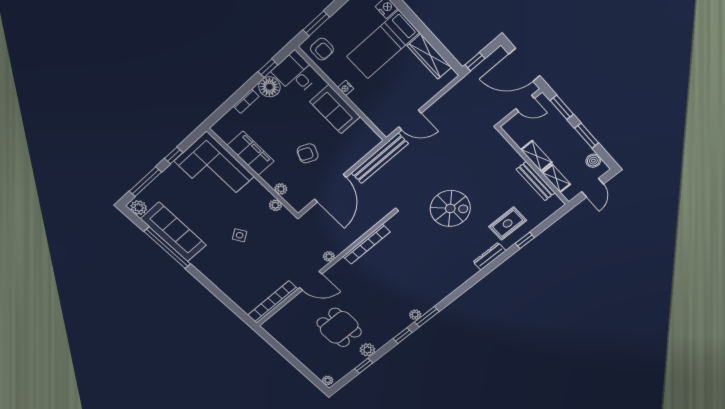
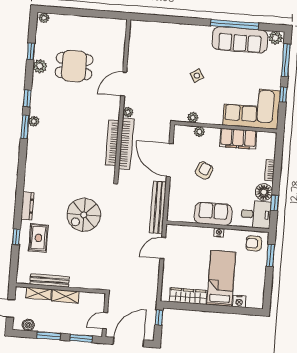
bookcase: (273, 302) -> (126, 144), moved

